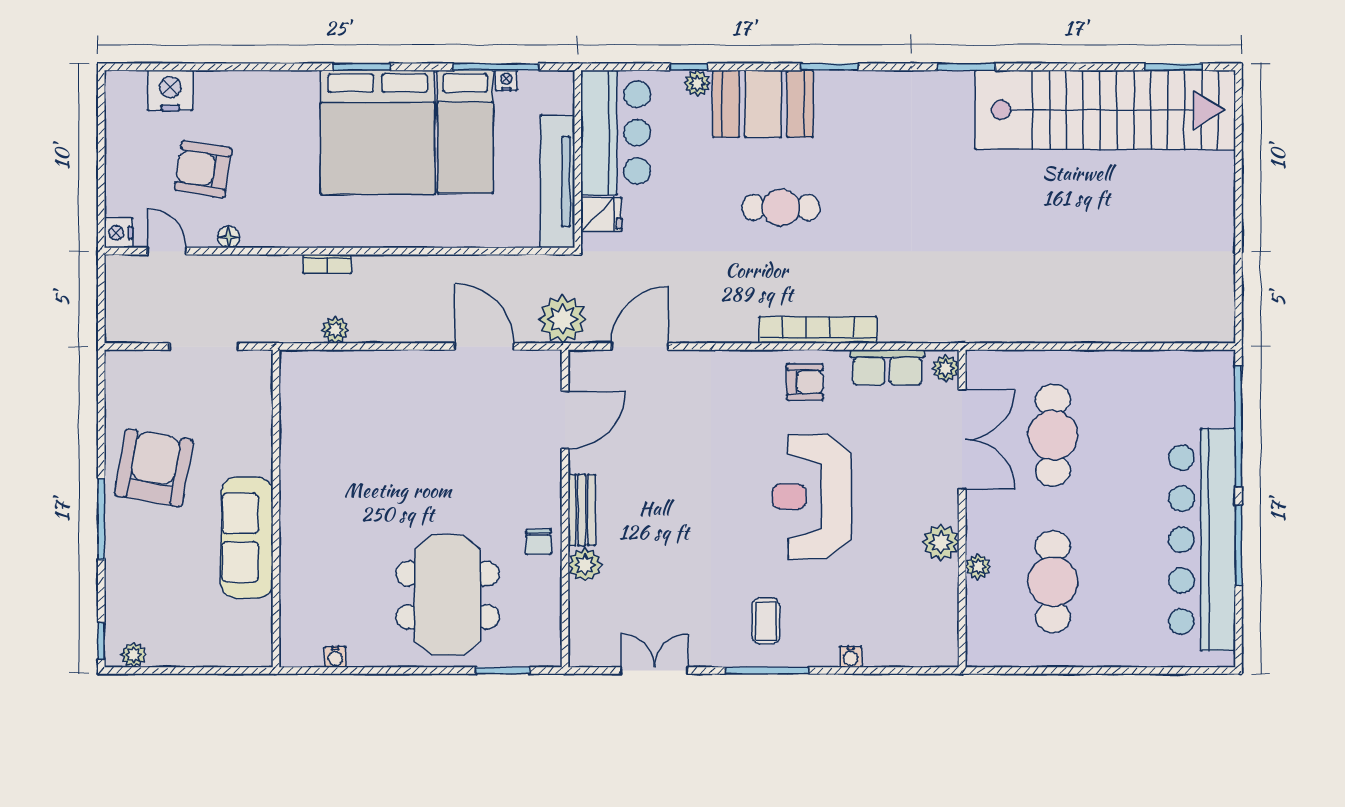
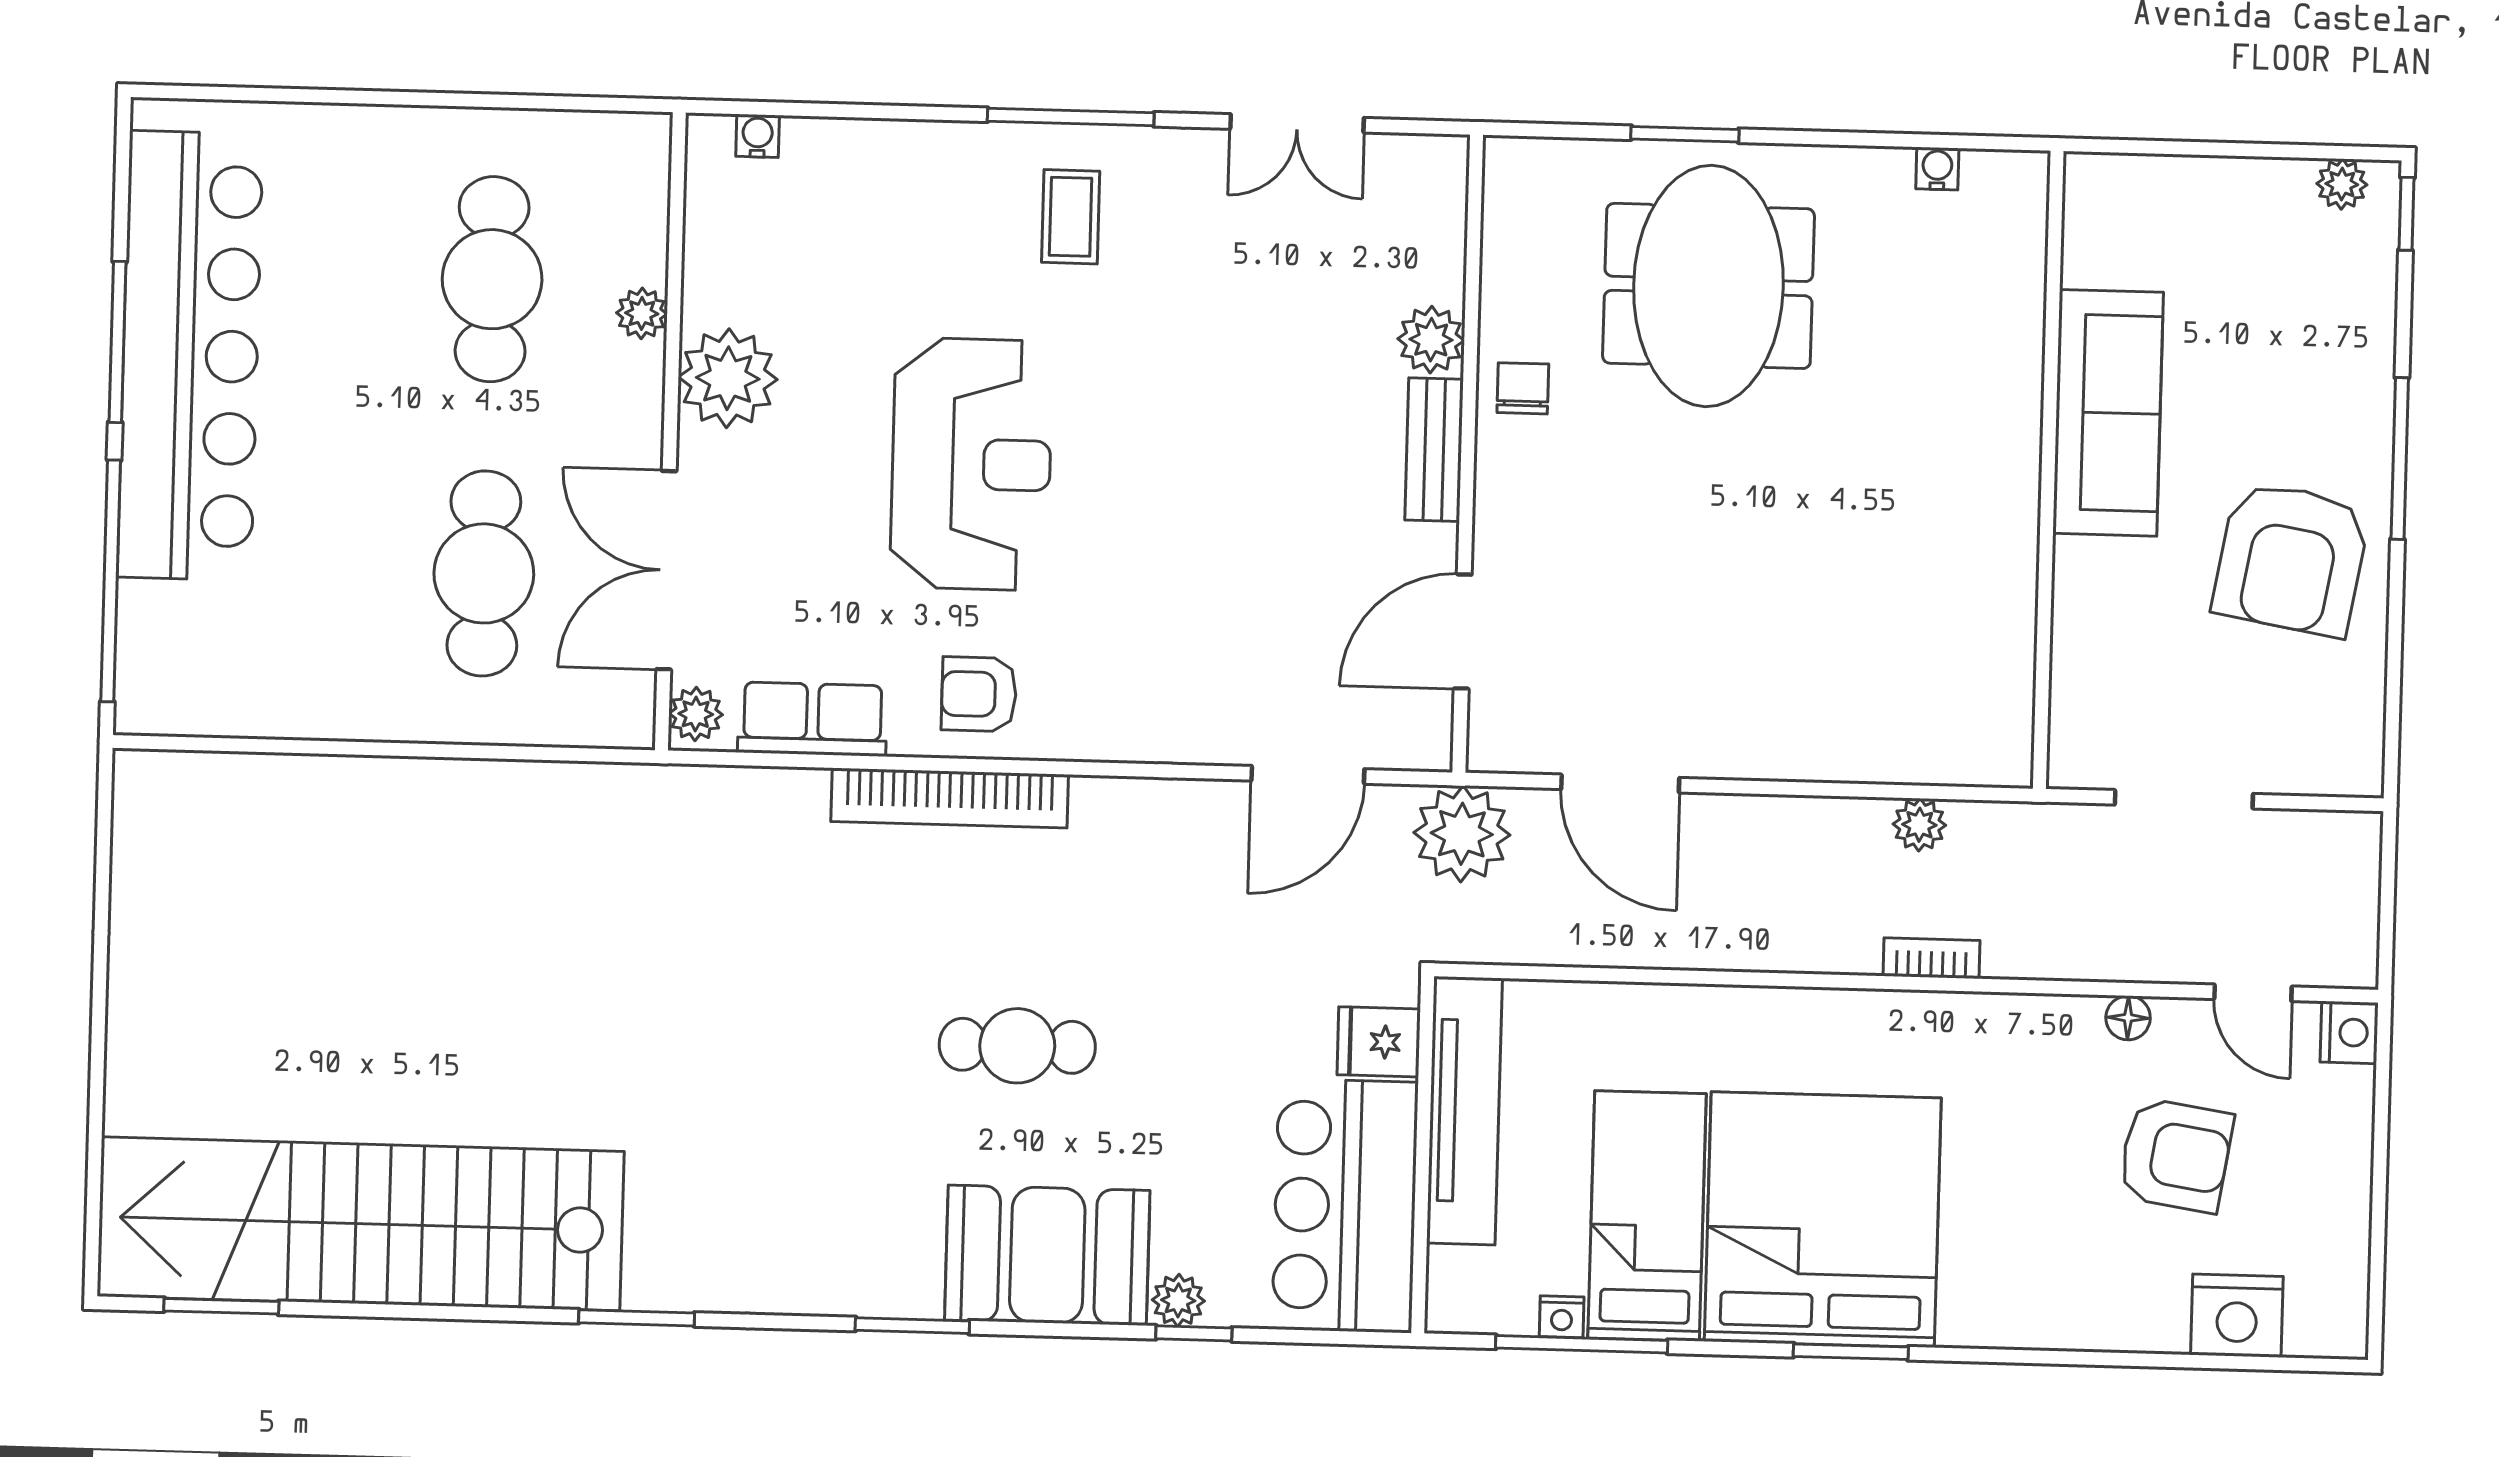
plant: (941, 542) -> (728, 378), width x1.36, depth x1.36
water cooler: (851, 657) -> (758, 136), moved
window: (503, 670) -> (1685, 134), moved

